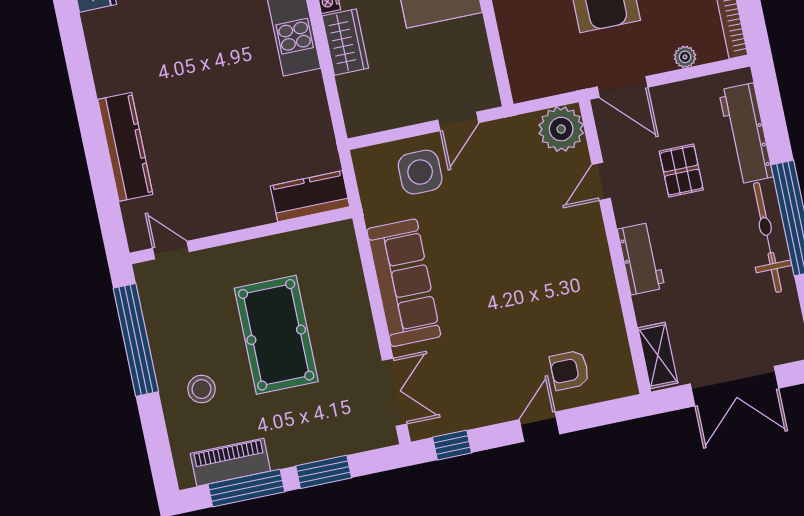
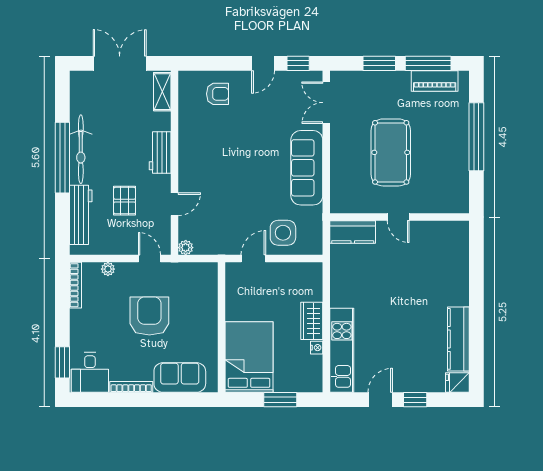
door: (623, 87) -> (150, 259), width x0.73
plant: (561, 129) -> (186, 248), width x0.53, depth x0.53
kitchen counter: (125, 147) -> (458, 339), moved
door: (171, 250) -> (398, 217), moved
window: (136, 340) -> (476, 137), moved
stool: (202, 389) -> (443, 129), removed
door: (539, 427) -> (263, 63), moved

